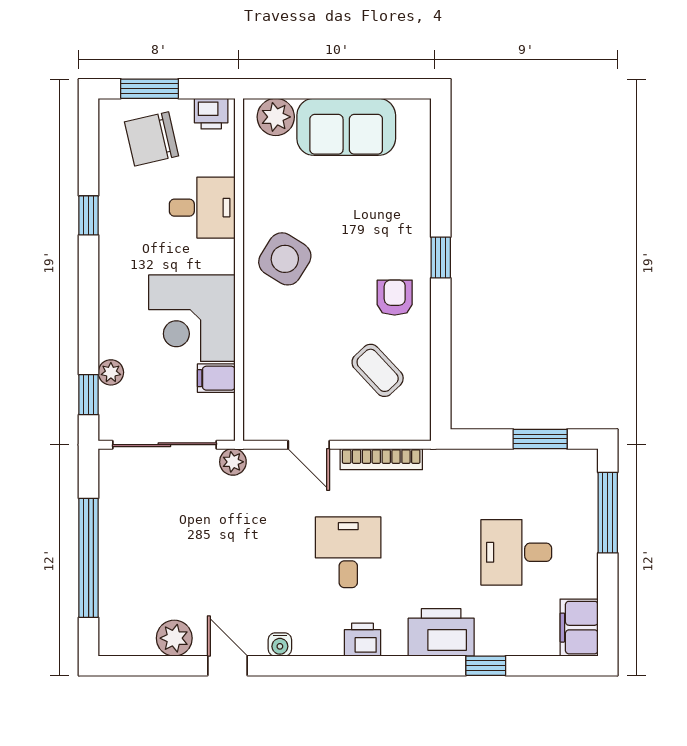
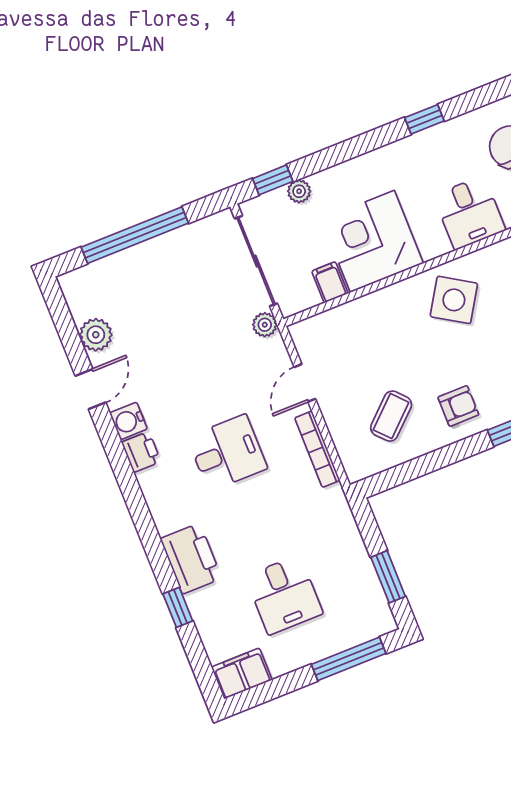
desk: (516, 552) -> (284, 595), turned 180
printer: (362, 640) -> (141, 452), moved
water cooler: (280, 644) -> (128, 421), width x1.38, depth x1.38

